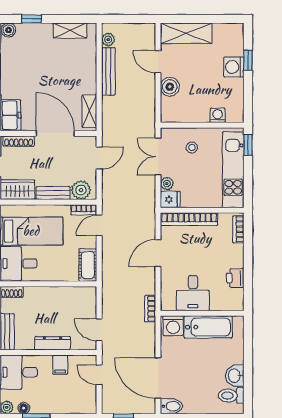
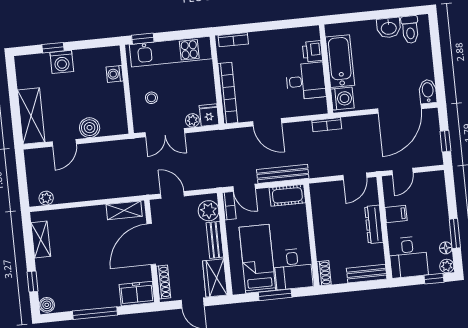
bench: (108, 71) -> (283, 174), moved
printer: (235, 278) -> (312, 51), moved, turned 90

